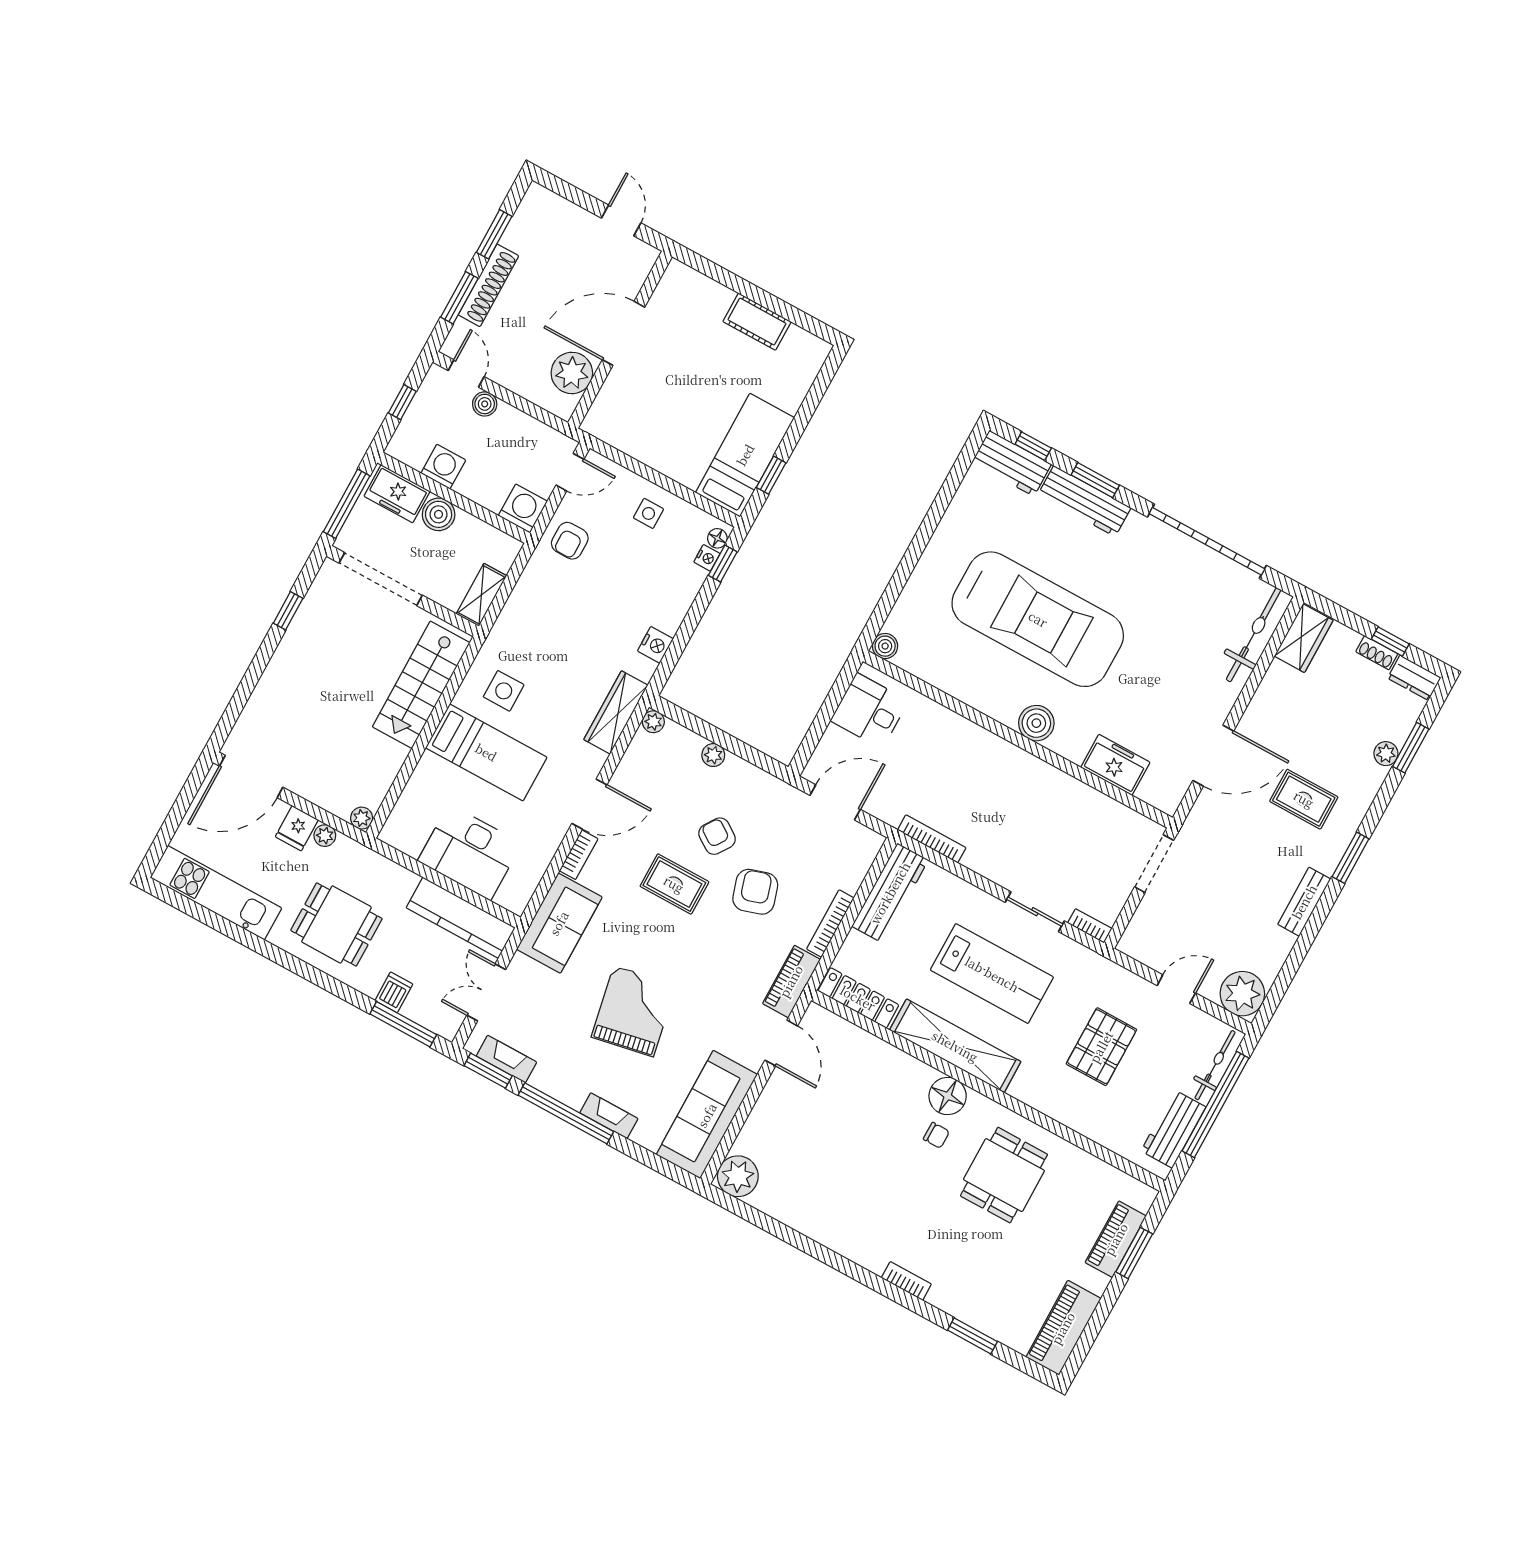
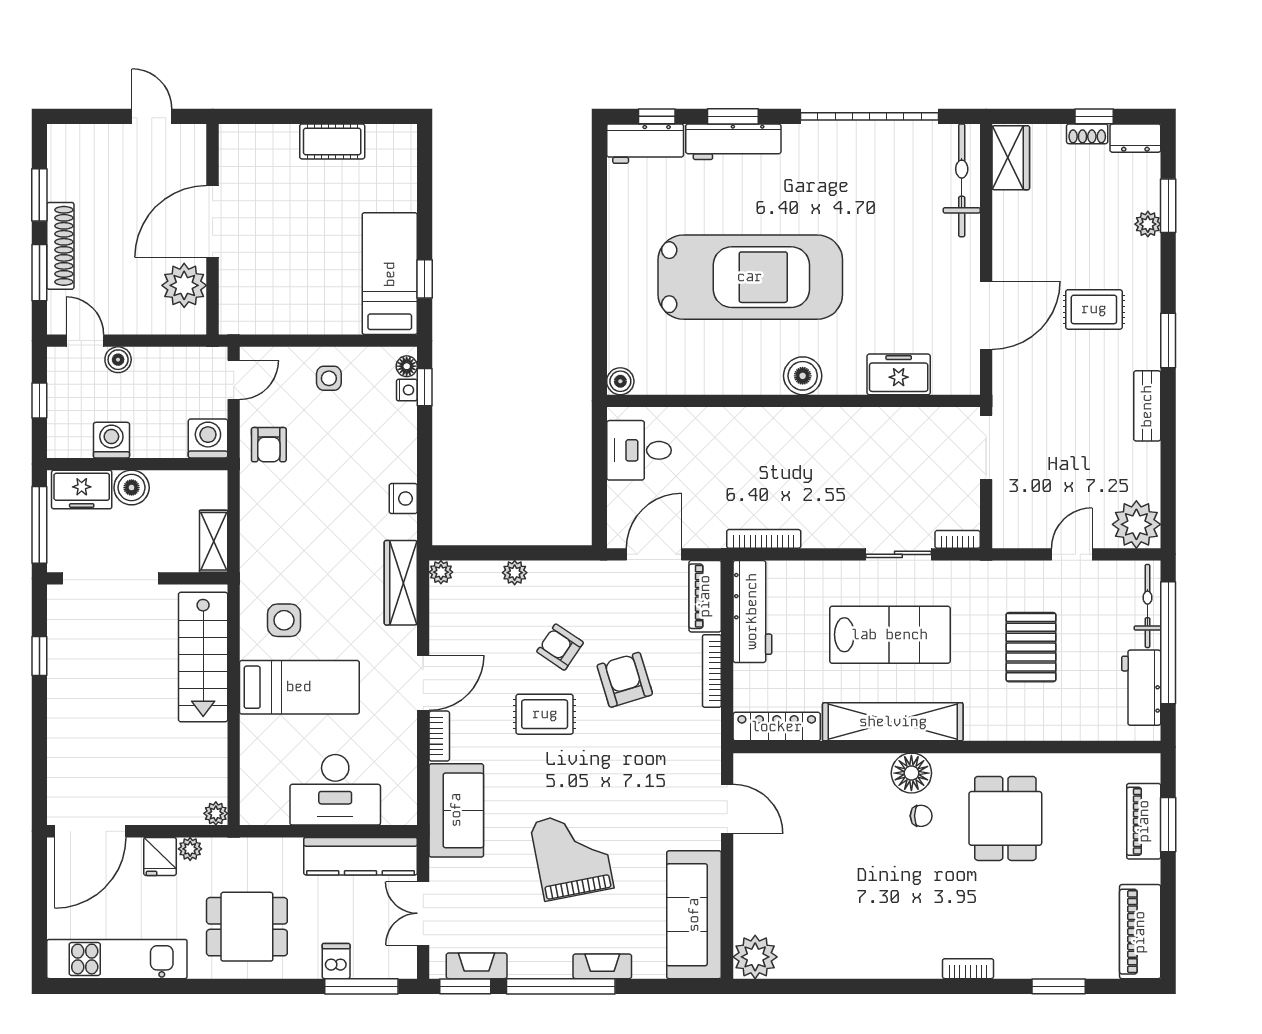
piano: (791, 981) -> (705, 596), moved

